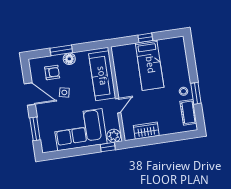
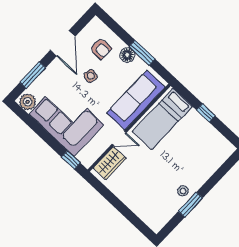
window: (61, 50) -> (142, 53), moved
bed: (150, 65) -> (162, 119), moved
cot: (188, 112) -> (166, 212), removed
wardrobe: (146, 131) -> (110, 163), moved, turned 90
plant: (114, 136) -> (28, 102), moved

